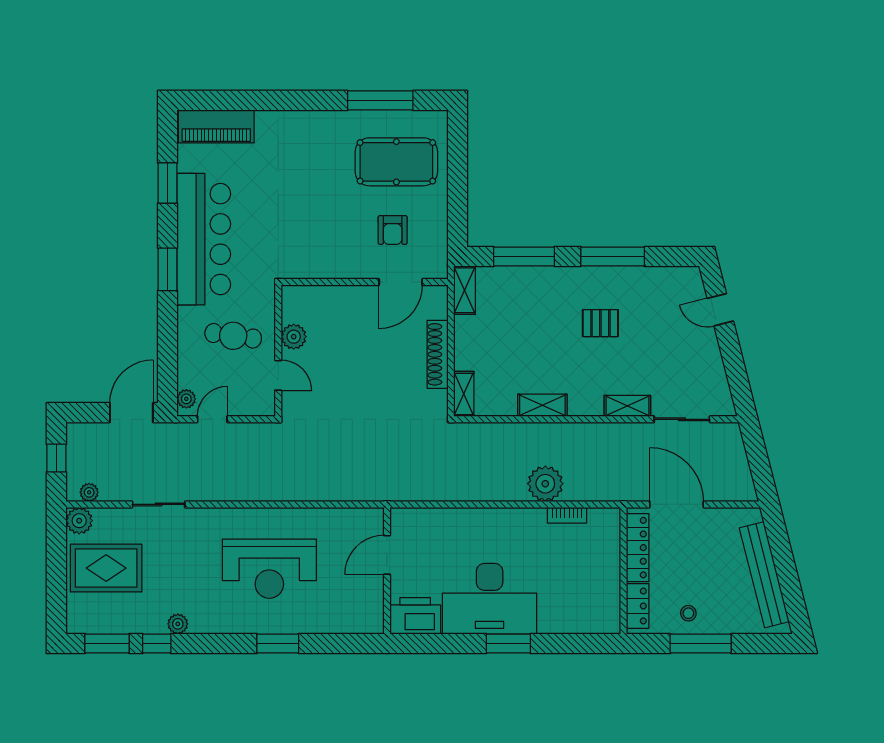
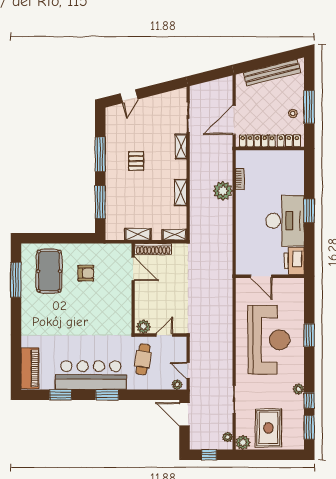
wall: (365, 282) -> (133, 288), moved
door: (401, 282) -> (133, 269), moved
shelving: (465, 290) -> (138, 234), moved
reception desk: (269, 569) -> (269, 340), width x1.36, depth x1.30

